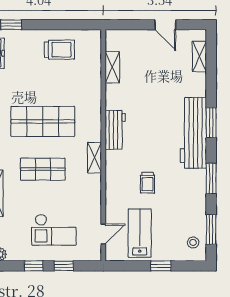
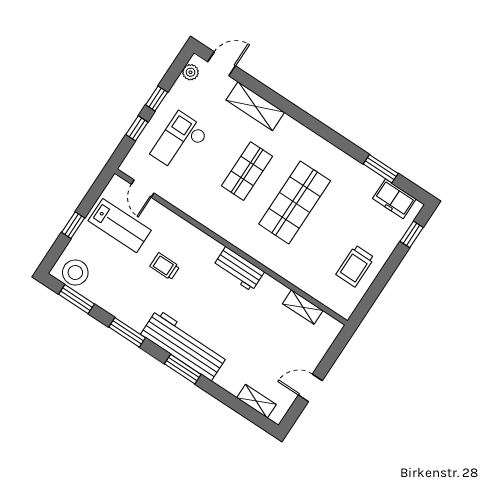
shelving: (94, 158) -> (225, 230), removed
stool: (193, 242) -> (75, 272), width x1.89, depth x1.89

